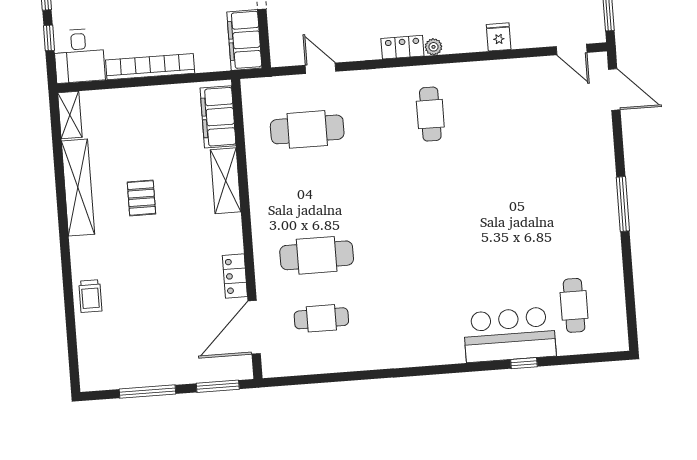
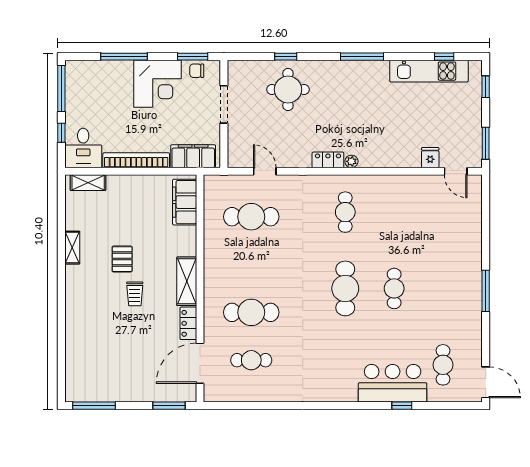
fridge: (499, 37) -> (430, 158), moved
filing cabinet: (244, 40) -> (193, 156), moved, turned 90
door: (614, 90) -> (486, 382), moved
shelving: (70, 115) -> (88, 183), moved, turned 90
shelving: (226, 181) -> (187, 281), moved
shelving: (78, 188) -> (72, 248), width x0.45, depth x0.75
cafe table: (502, 210) -> (394, 288), added
cafe table: (438, 215) -> (345, 288), added
trolley: (90, 296) -> (135, 294), moved
window: (147, 391) -> (94, 406), moved

